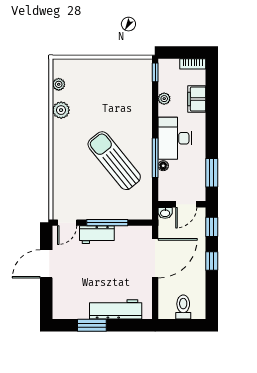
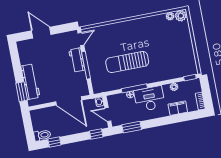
plant: (61, 110) -> (181, 16), moved
sun lounger: (114, 161) -> (127, 62), turned -141
door: (67, 223) -> (81, 39), swing flipped
window: (212, 261) -> (54, 142), moved
door: (46, 264) -> (41, 33), moved
toilet: (183, 307) -> (42, 135), moved
window: (92, 325) -> (22, 92), moved

